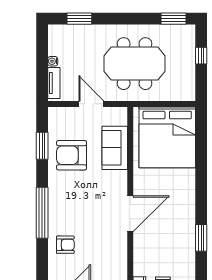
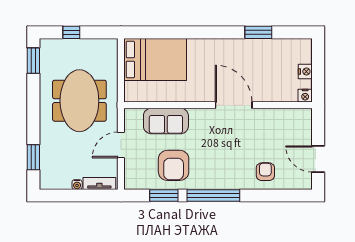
bed: (167, 137) -> (155, 59), width x0.73
window: (42, 213) -> (213, 196), moved

